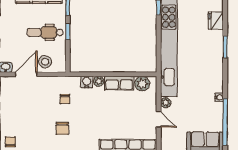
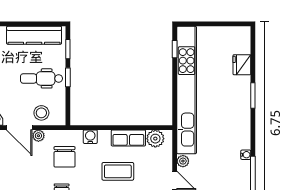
door: (26, 74) -> (19, 128), swing flipped
plant: (99, 81) -> (38, 136), moved
chair: (65, 99) -> (65, 157), width x1.87, depth x1.87
coffee table: (110, 112) -> (118, 171), added

